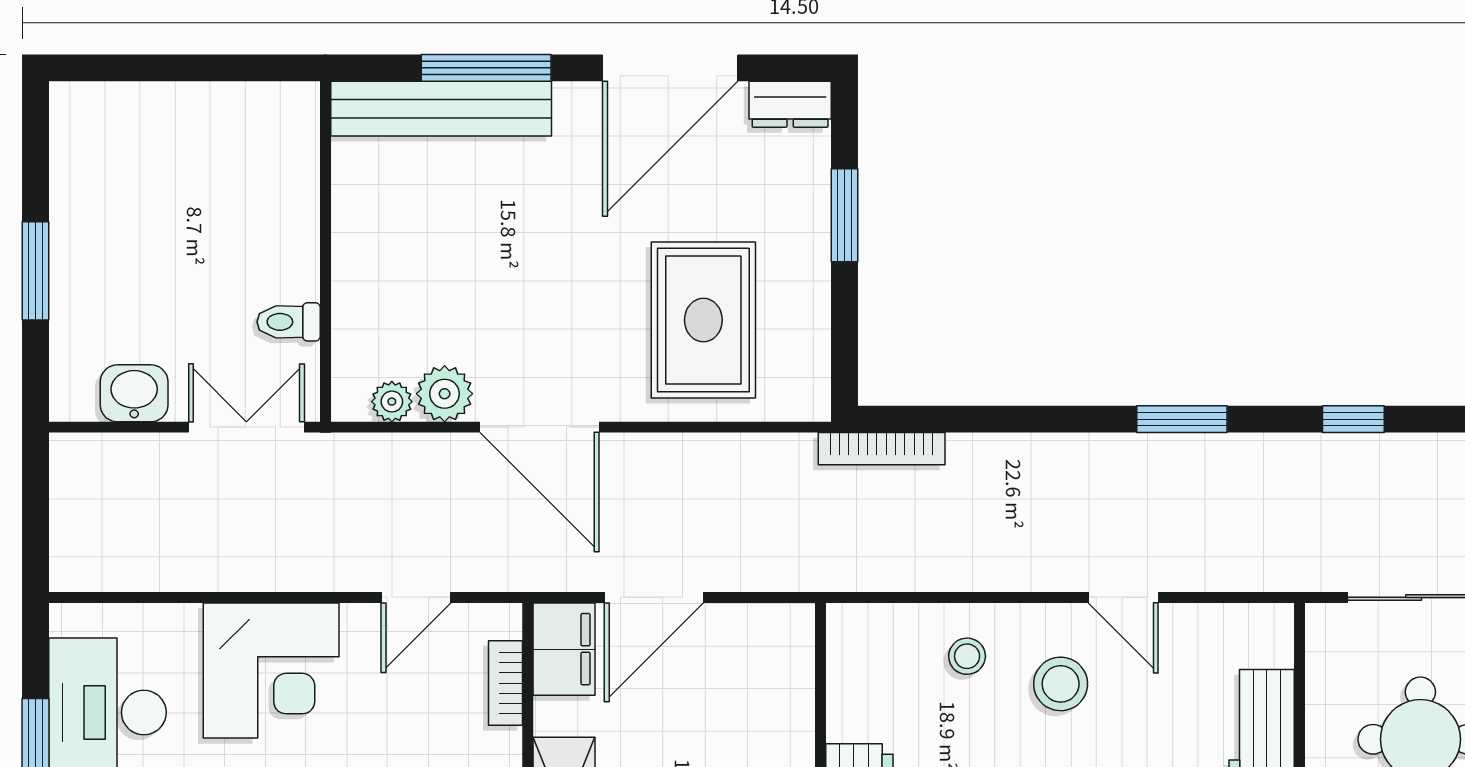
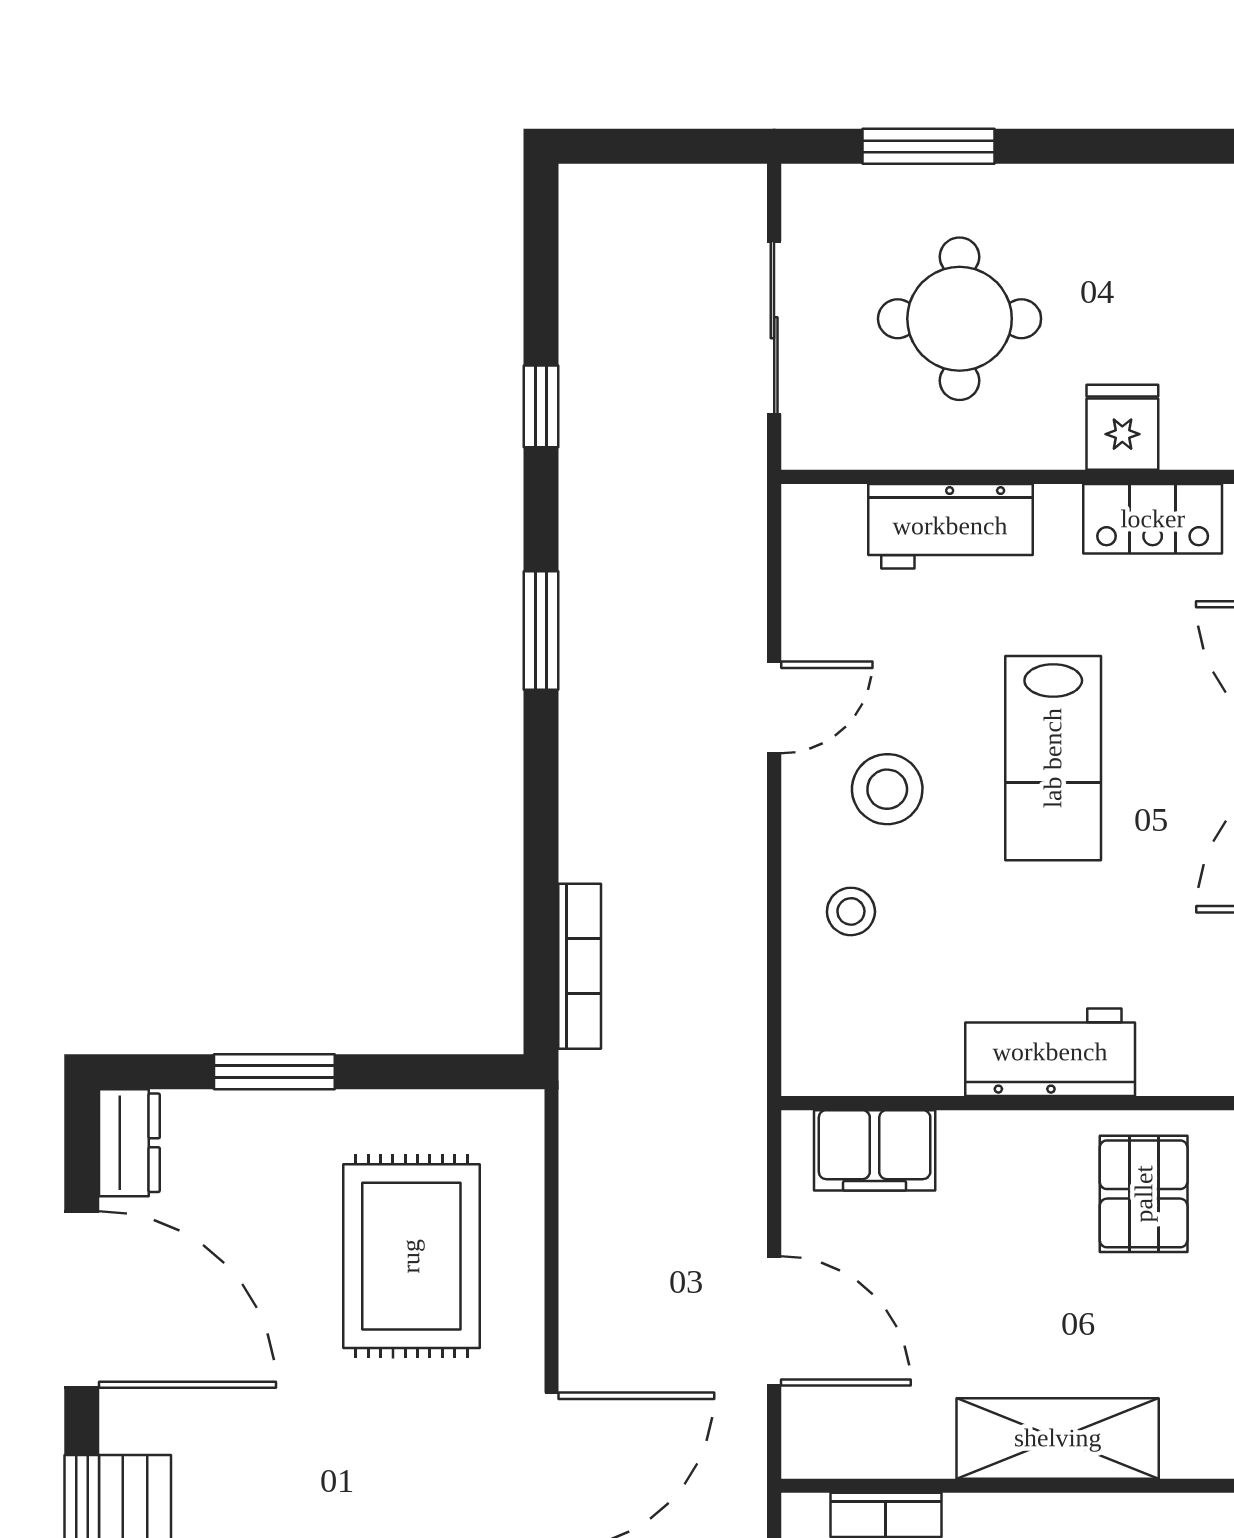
rug: (703, 320) -> (411, 1256), turned 90
bookcase: (882, 449) -> (580, 966), moved
filing cabinet: (564, 649) -> (875, 1150), moved, turned 180

